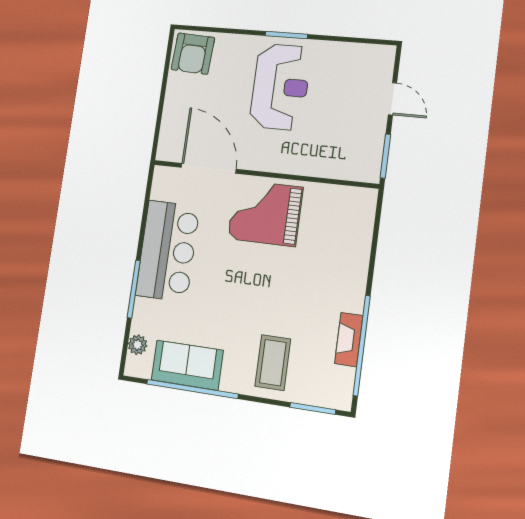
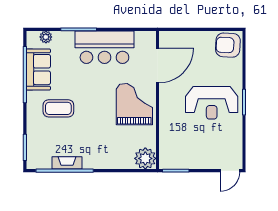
door: (393, 99) -> (230, 171), moved
plant: (358, 205) -> (145, 158), added
coffee table: (273, 363) -> (58, 108), moved

